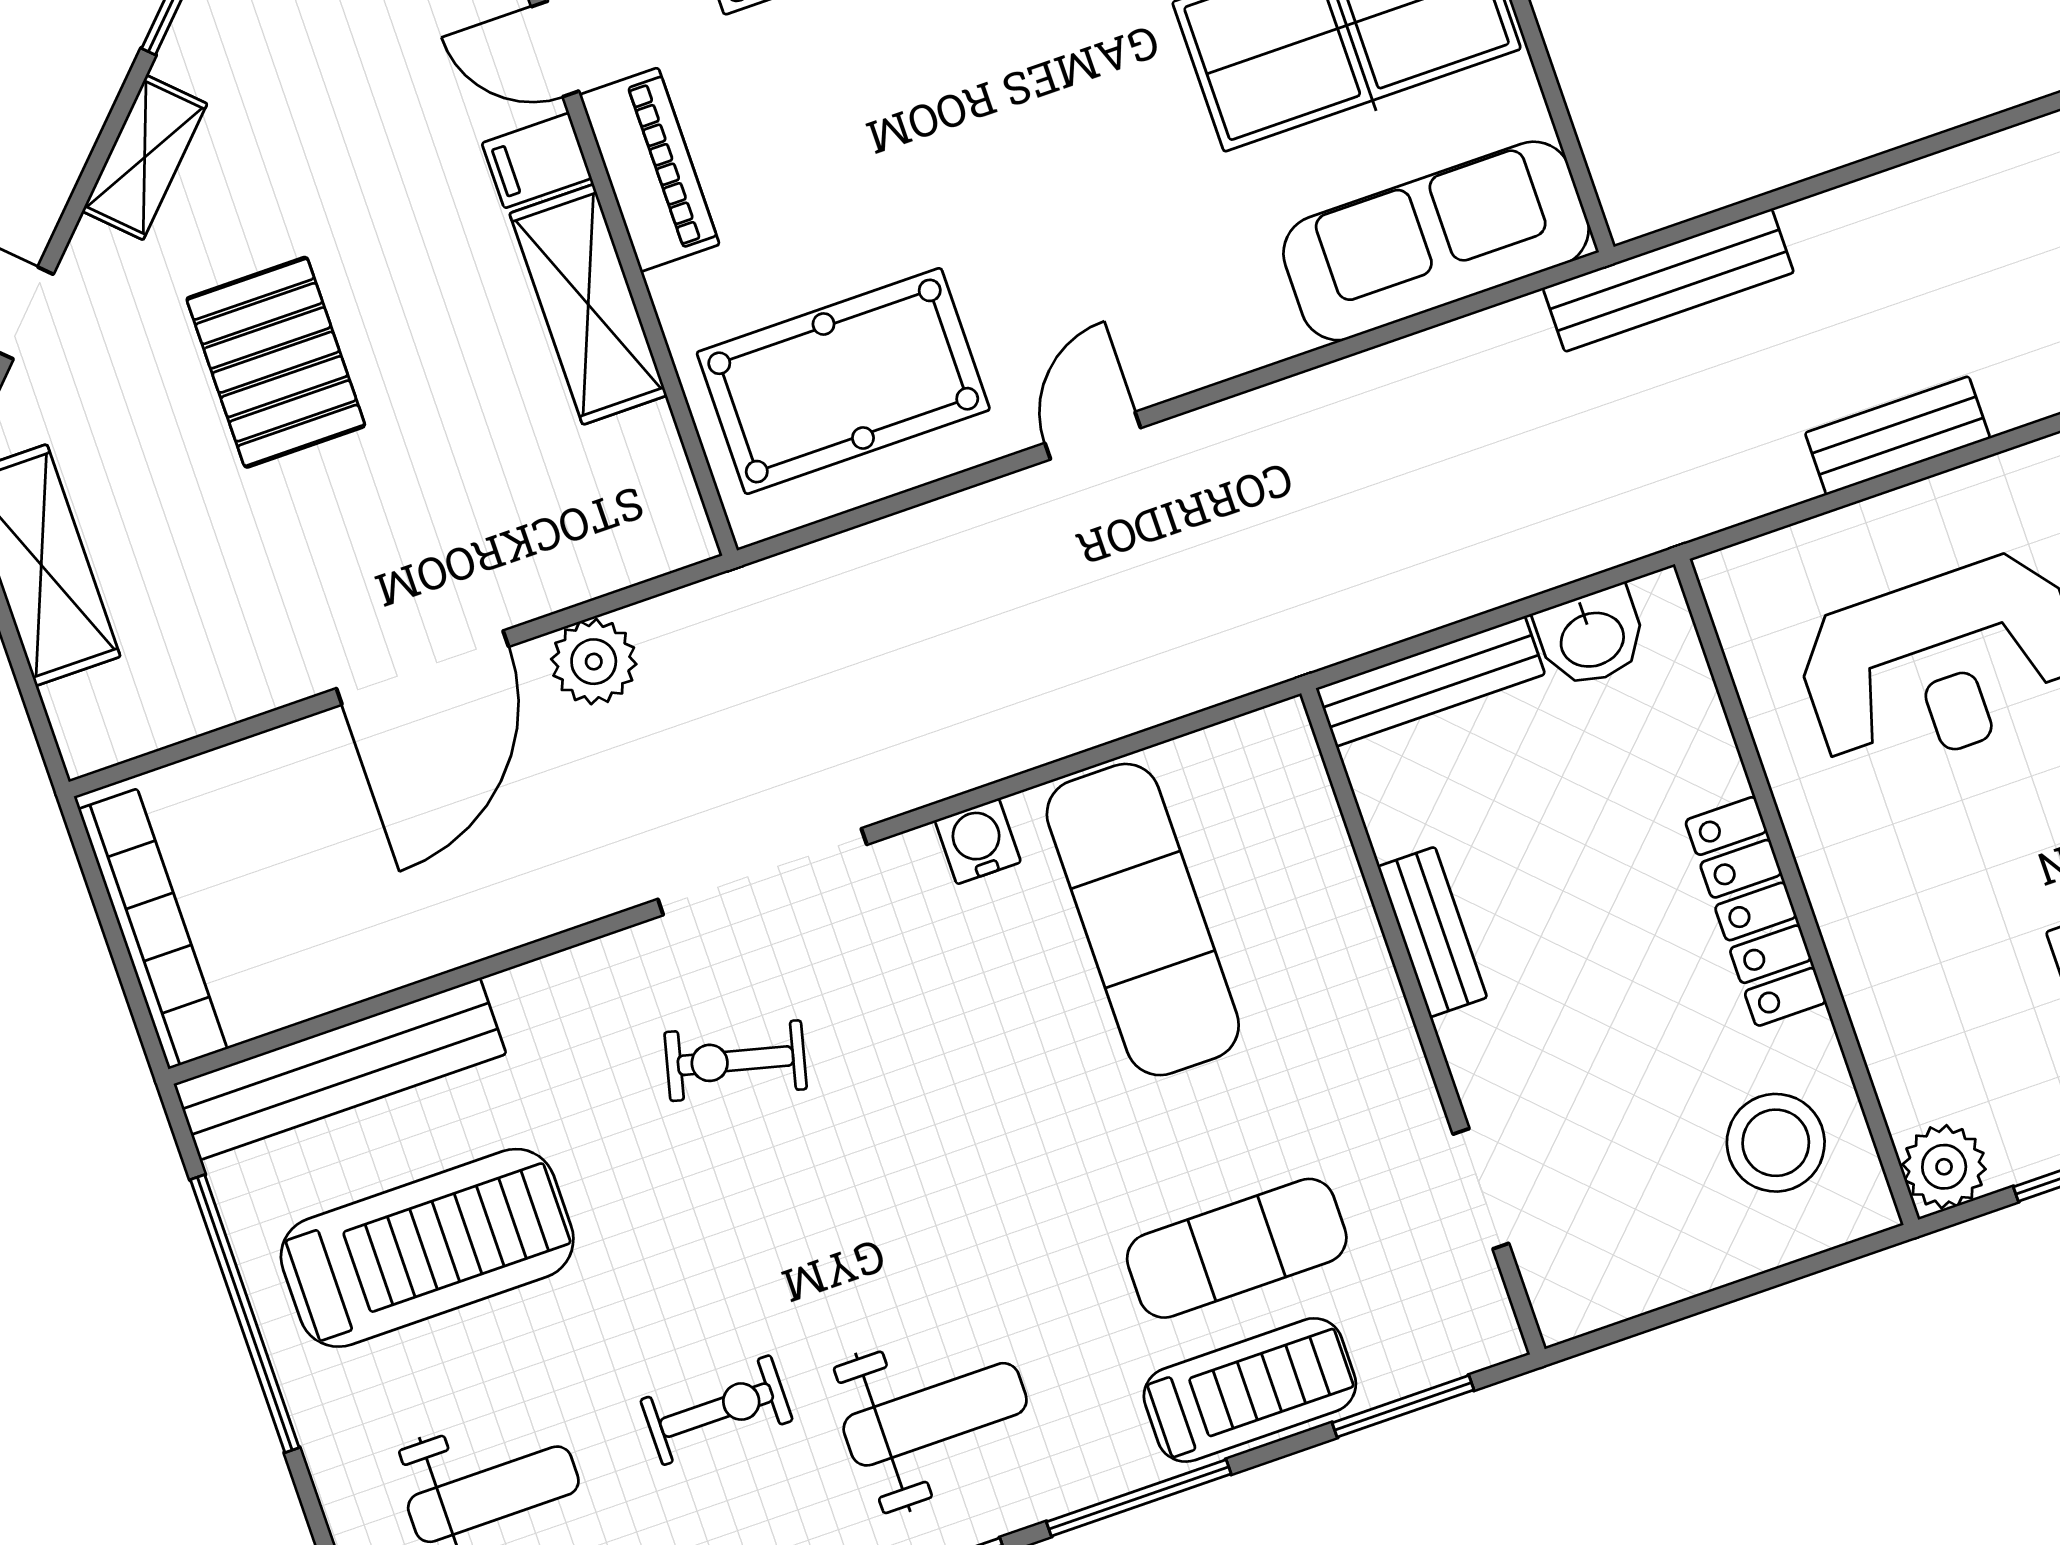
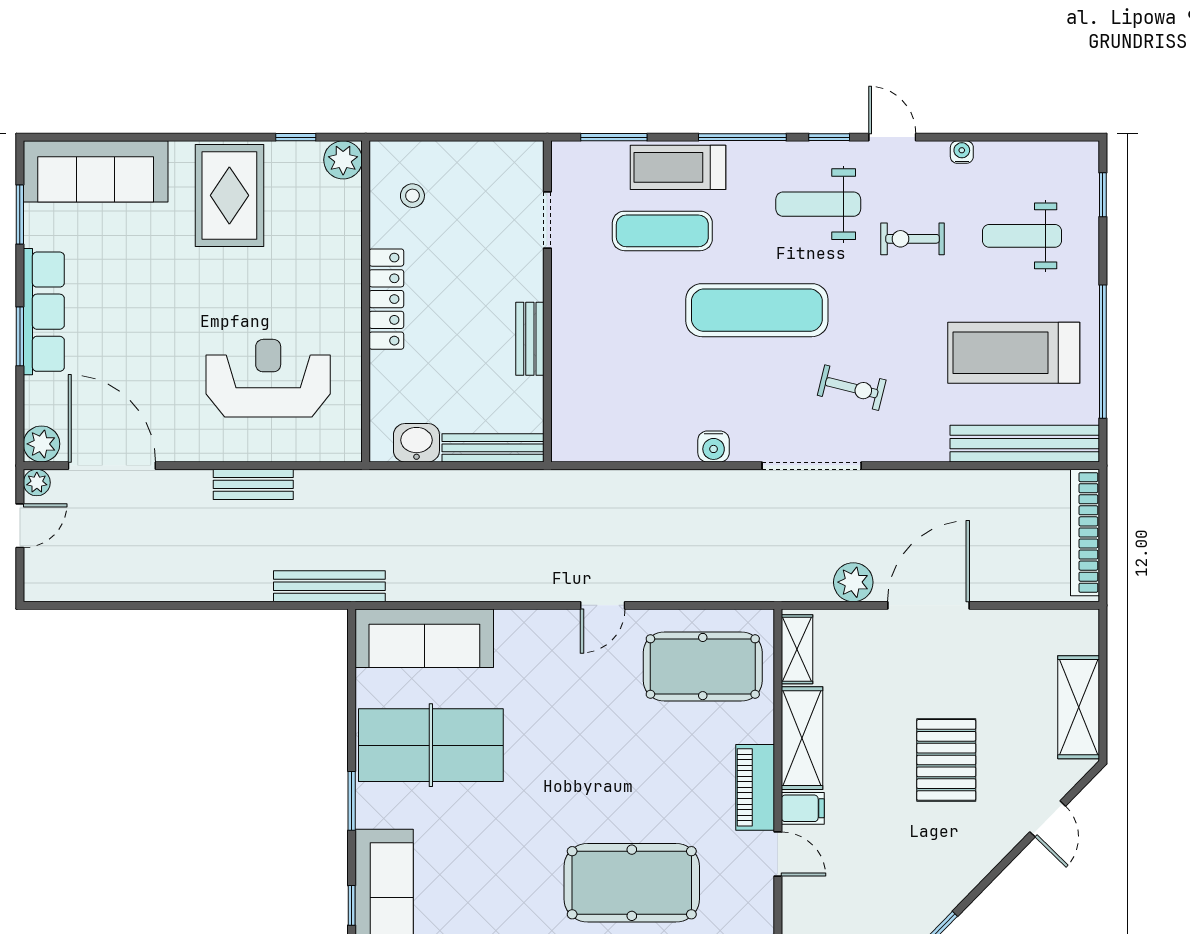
shelving: (145, 157) -> (797, 649), moved, turned -44
exercise mat: (1143, 920) -> (757, 310), moved, turned 90
stool: (1776, 1143) -> (412, 196), width x0.53, depth x0.53

